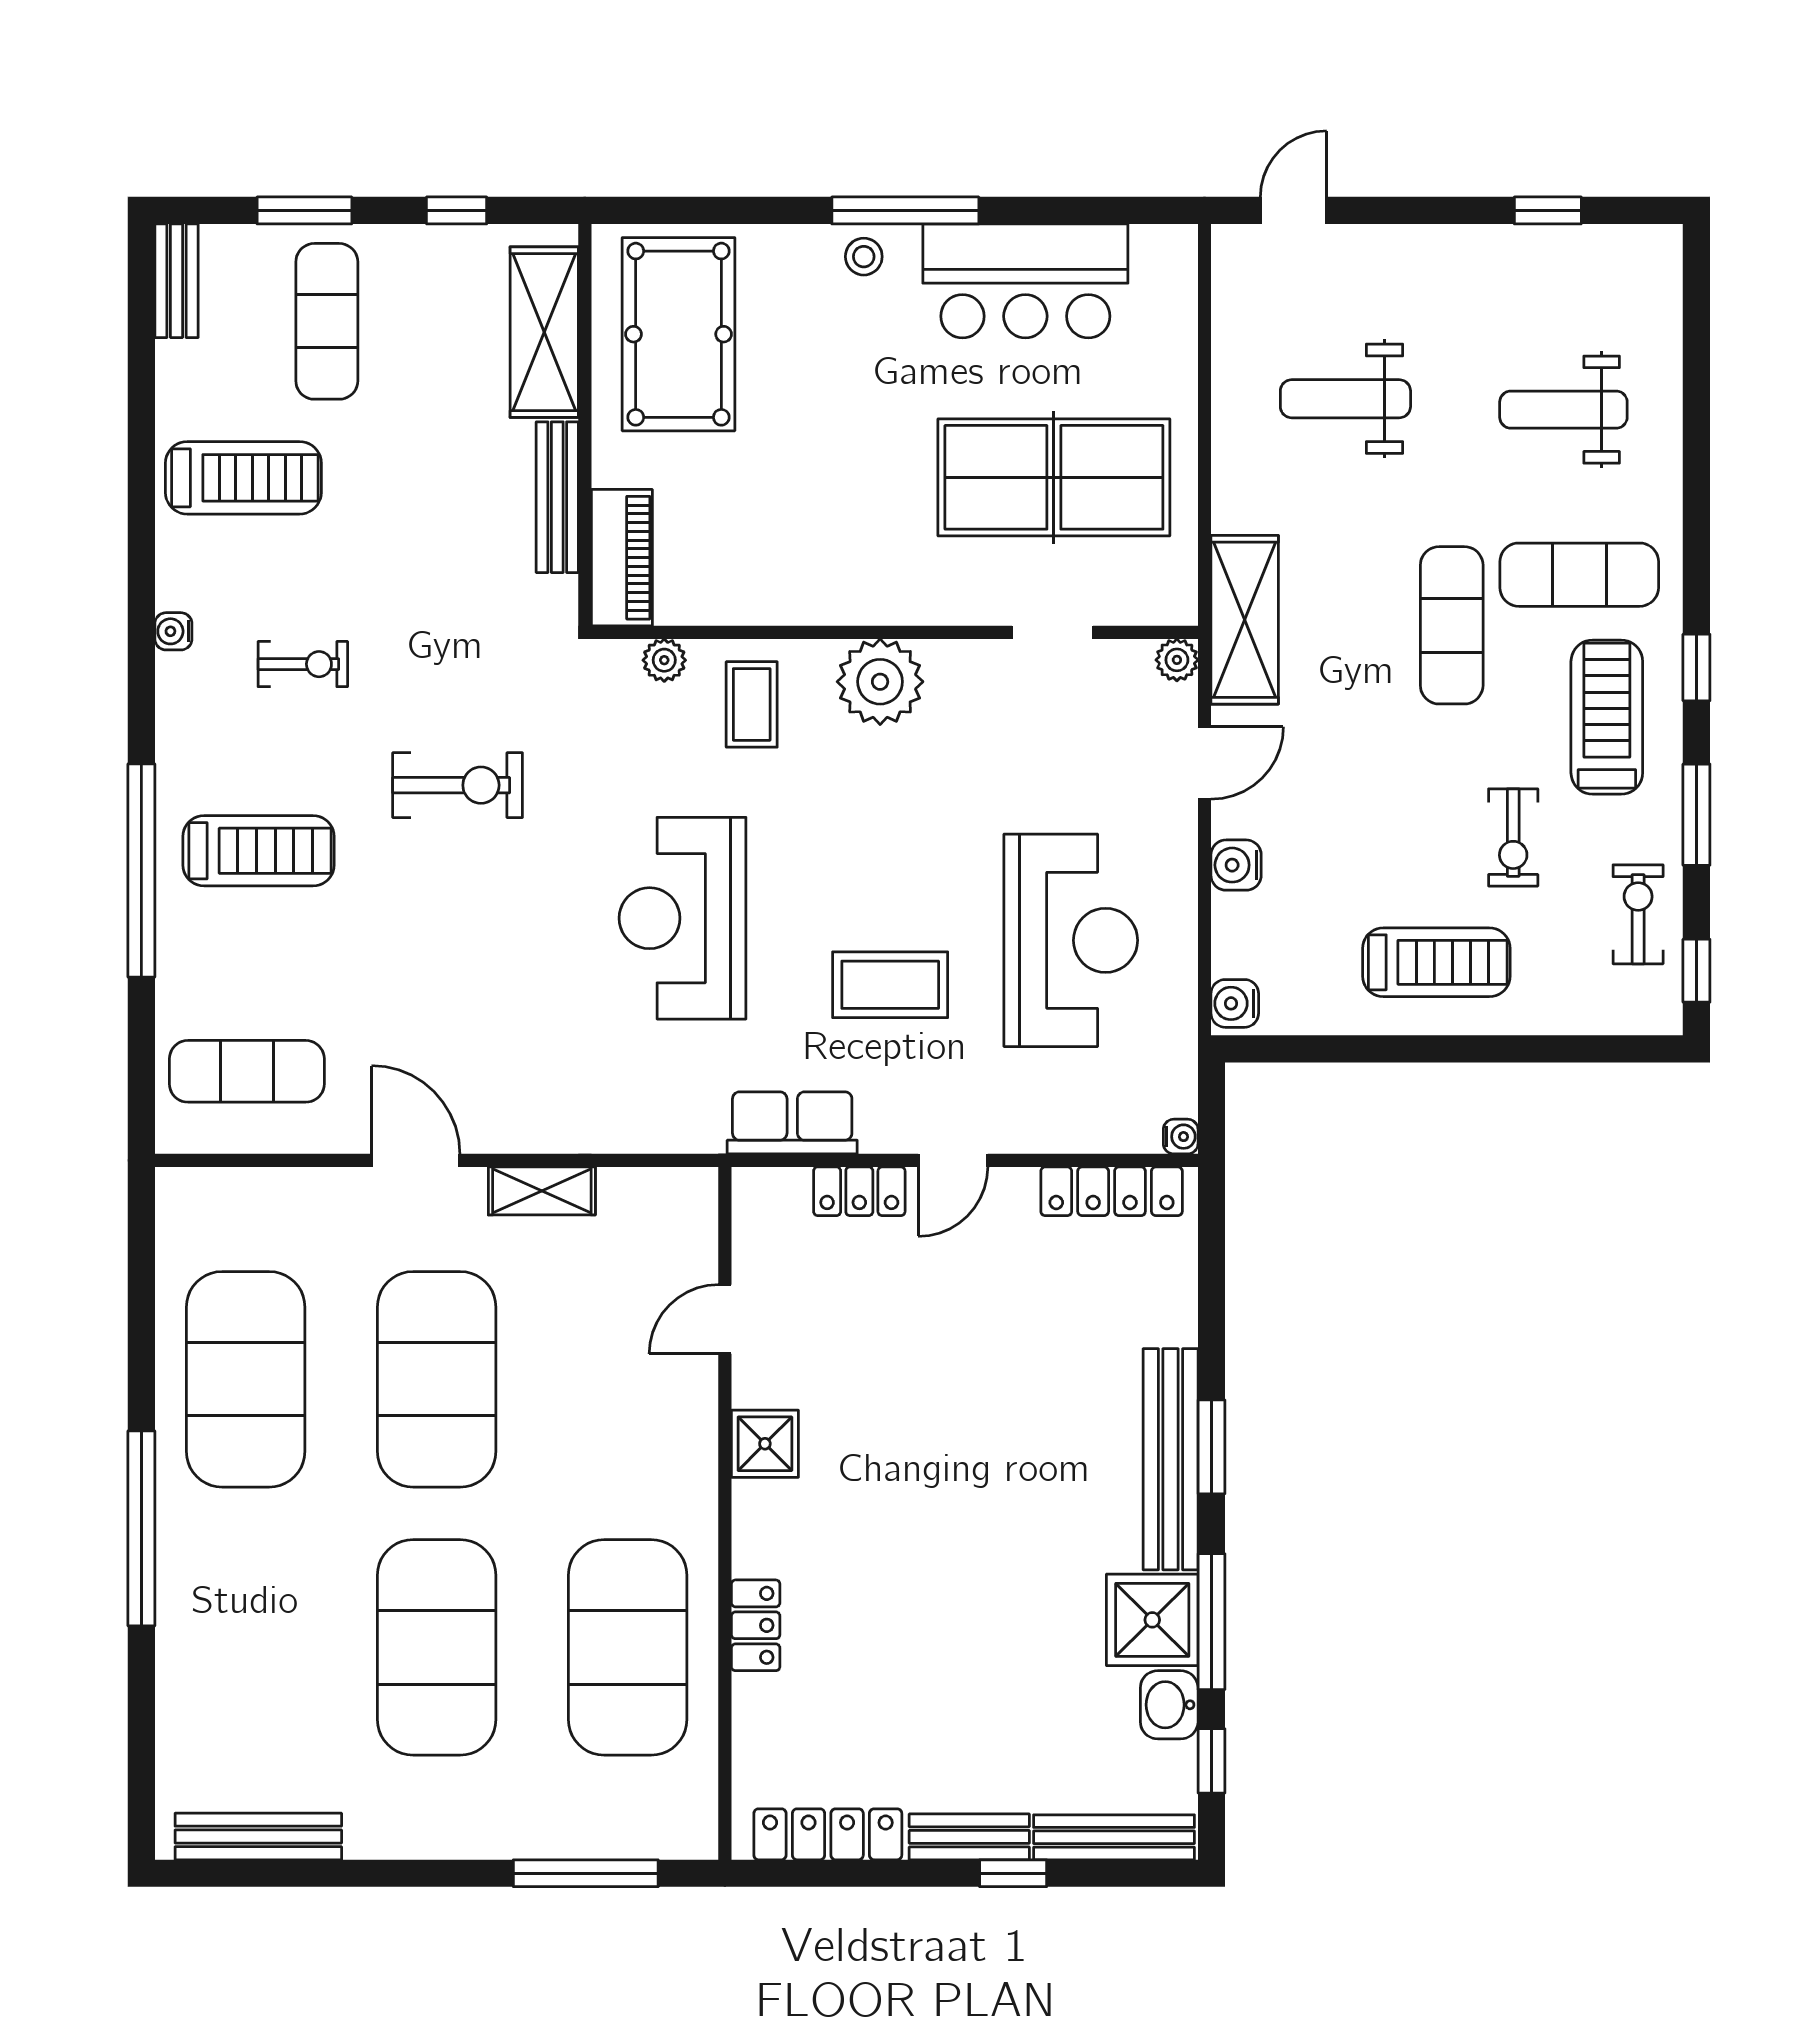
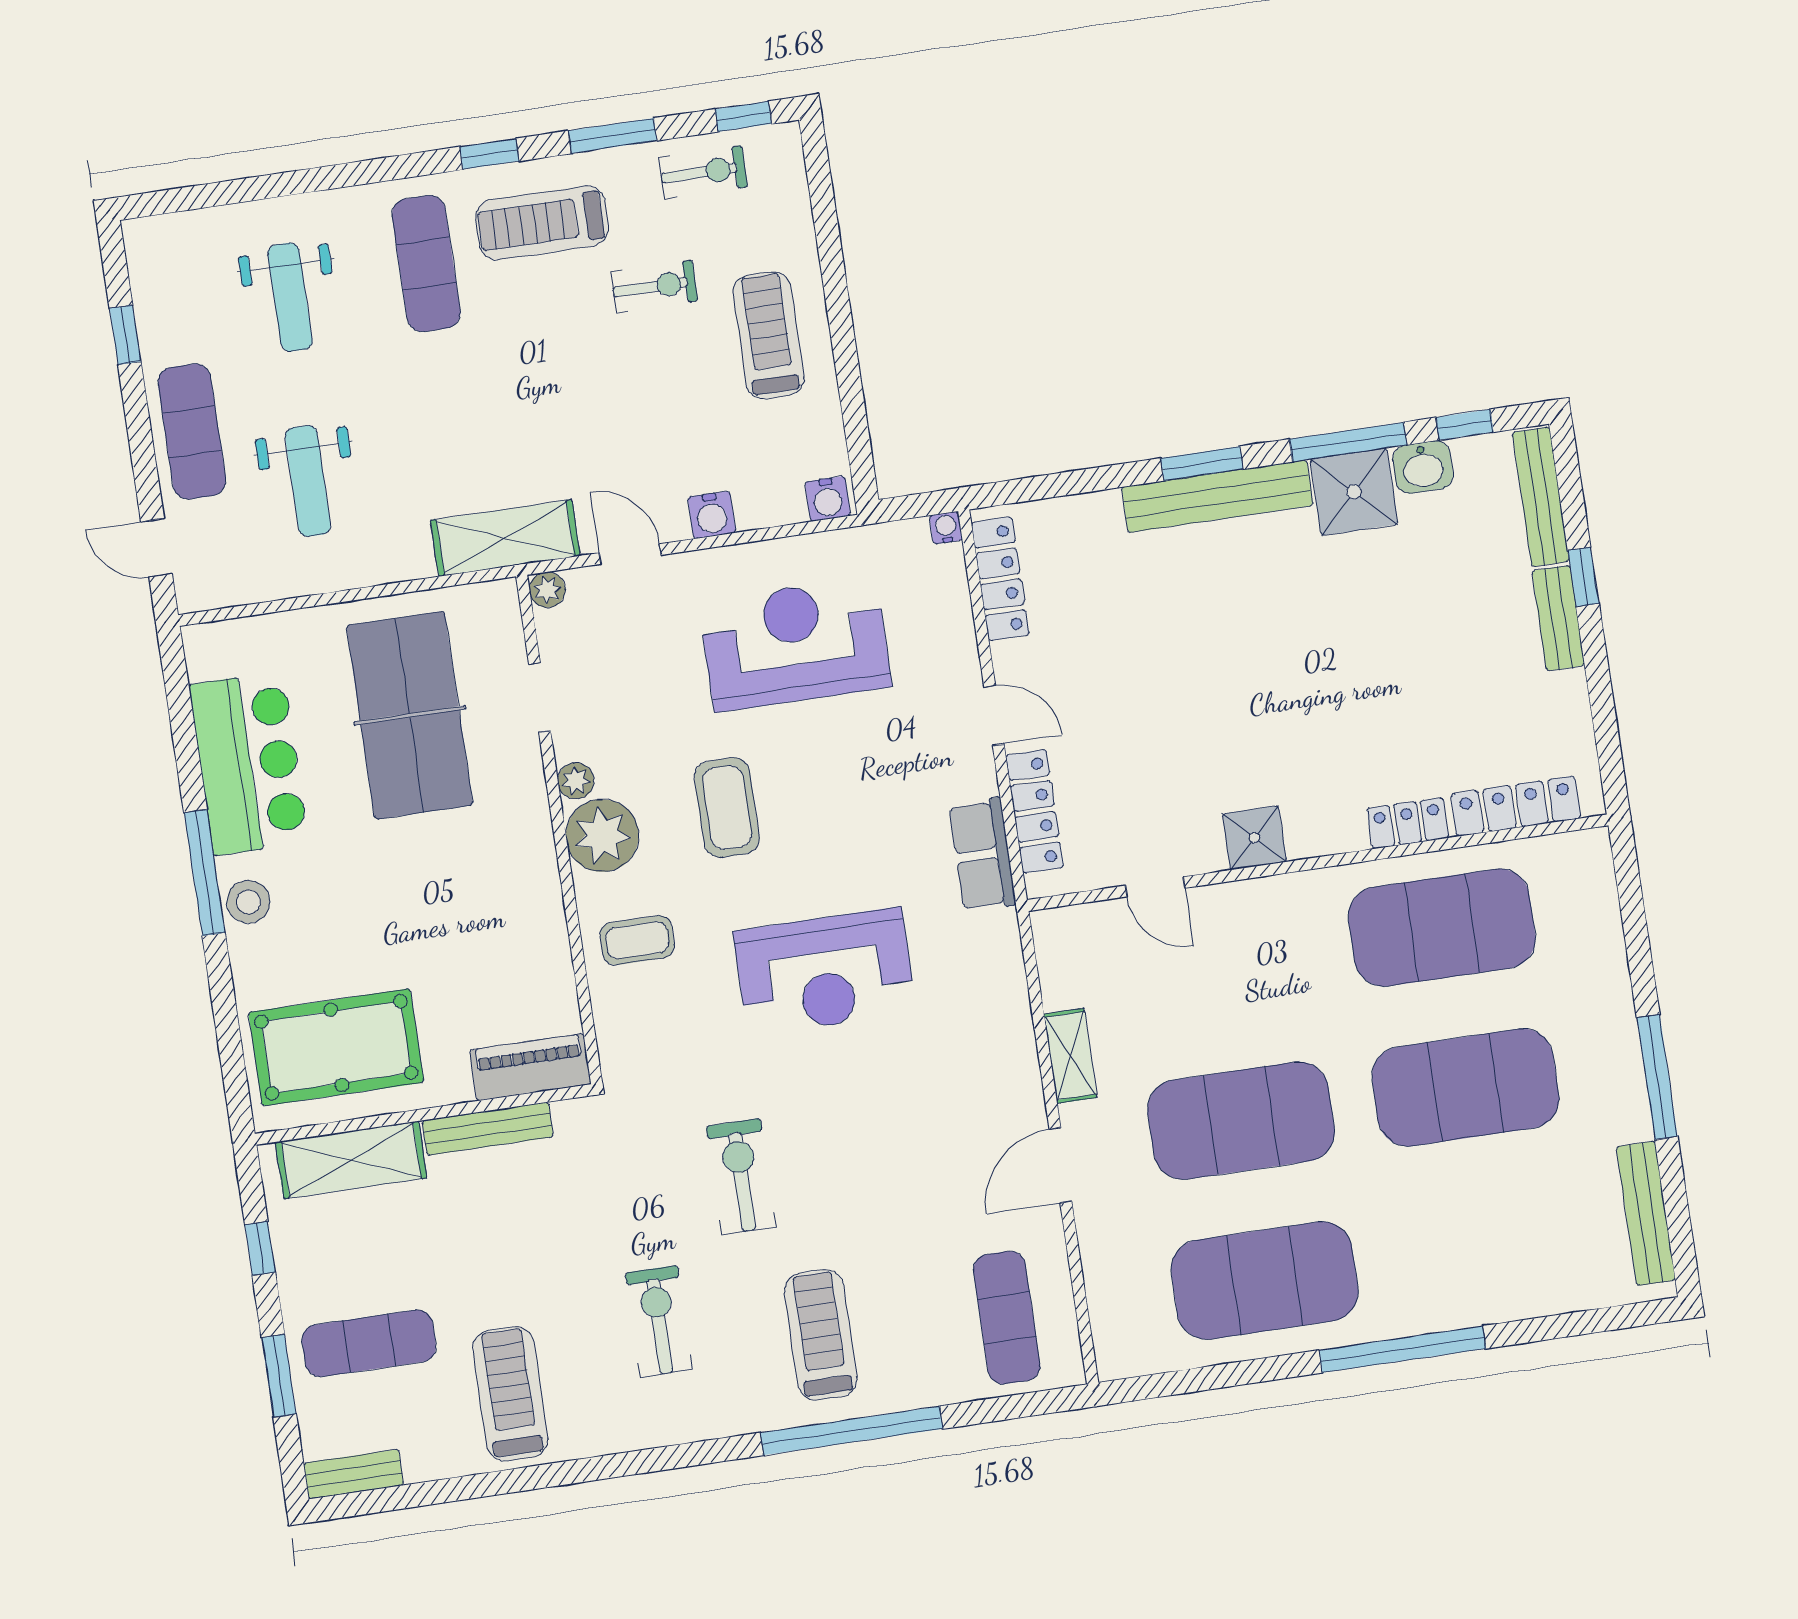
stool: (864, 257) -> (248, 902), width x1.37, depth x1.37
exercise mat: (1452, 625) -> (192, 432), moved, turned 90
water cooler: (173, 631) -> (647, 1433), removed
plant: (664, 660) -> (576, 781), moved
exercise bike: (303, 664) -> (659, 1321), width x1.38, depth x1.39
exercise bike: (1638, 914) -> (703, 172), turned 180
coffee table: (890, 985) -> (727, 808), moved
locker: (859, 1191) -> (1035, 811), width x1.53
locker: (828, 1834) -> (1516, 806), moved, turned 90
window: (586, 1873) -> (1657, 1077), moved

